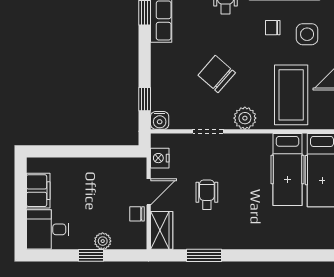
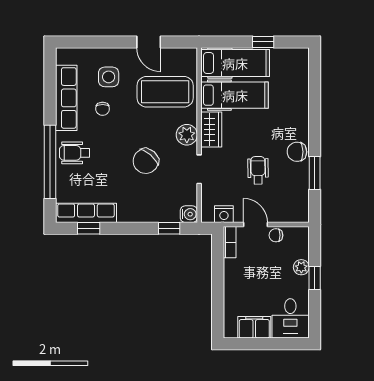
bookcase: (130, 164) -> (230, 242), added
wheelchair: (207, 195) -> (258, 170), turned 89
chair: (137, 214) -> (276, 235), turned 90
wardrobe: (162, 230) -> (211, 130), moved, turned 90
chair: (227, 236) -> (297, 152), added

